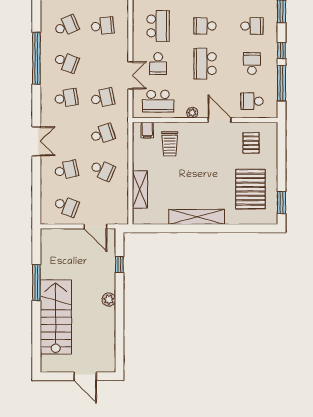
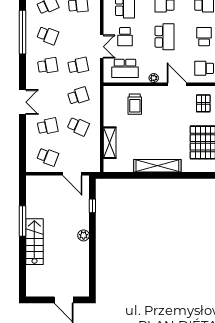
school desk: (205, 64) -> (165, 37), turned 180
filing cabinet: (147, 130) -> (116, 93), removed
stairs: (56, 317) -> (34, 242), width x0.73, depth x0.66

